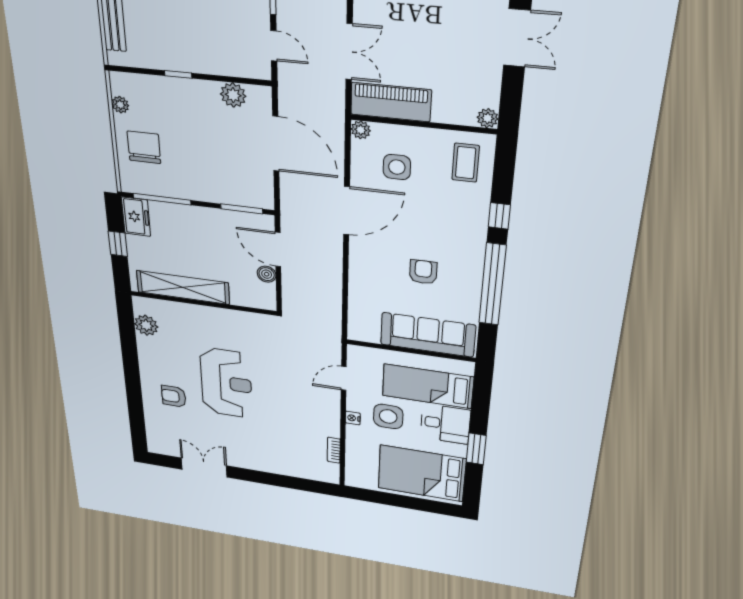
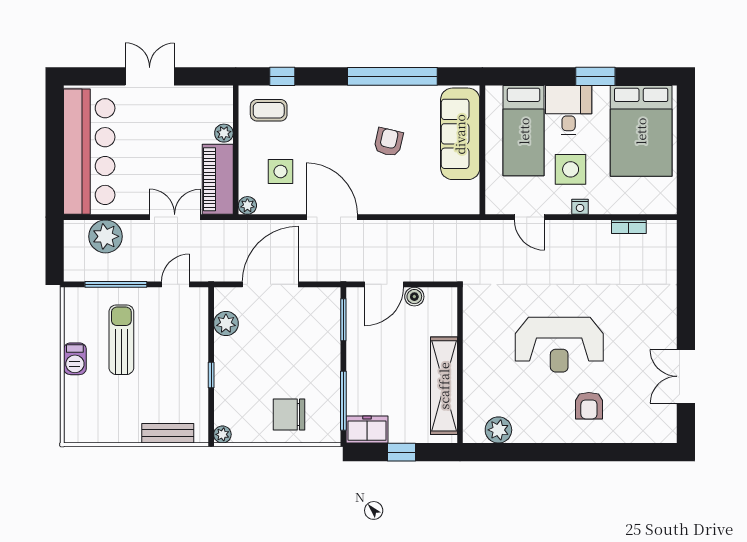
plant: (120, 105) -> (222, 434), moved
plant: (488, 118) -> (224, 133), moved
window: (499, 216) -> (282, 76), moved
armchair: (423, 272) -> (388, 142), turned 103
reception desk: (226, 383) -> (559, 345), turned 180

